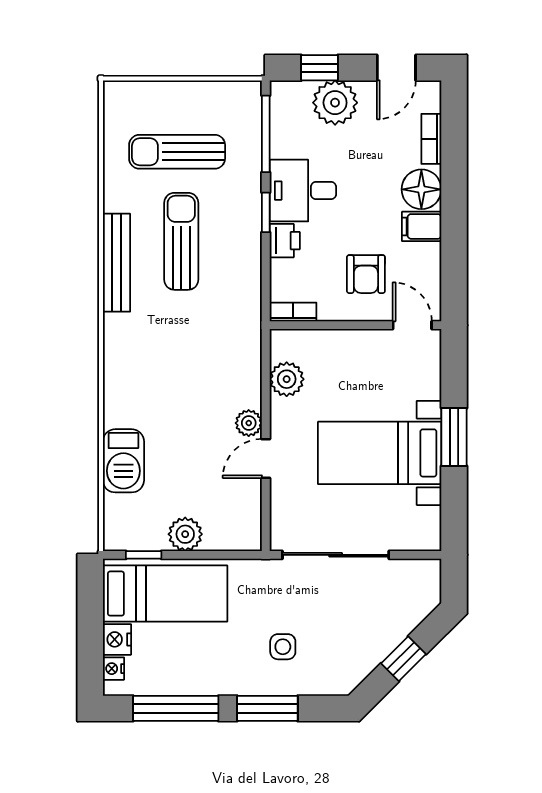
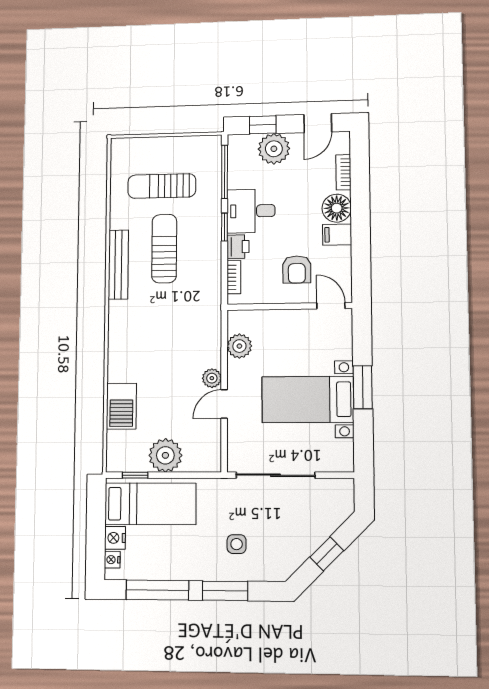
bookcase: (293, 312) -> (234, 277), moved, turned 90
plant: (185, 534) -> (165, 455), width x1.36, depth x1.36

